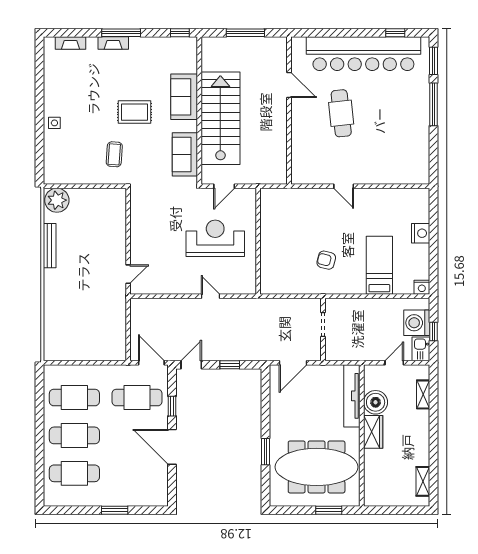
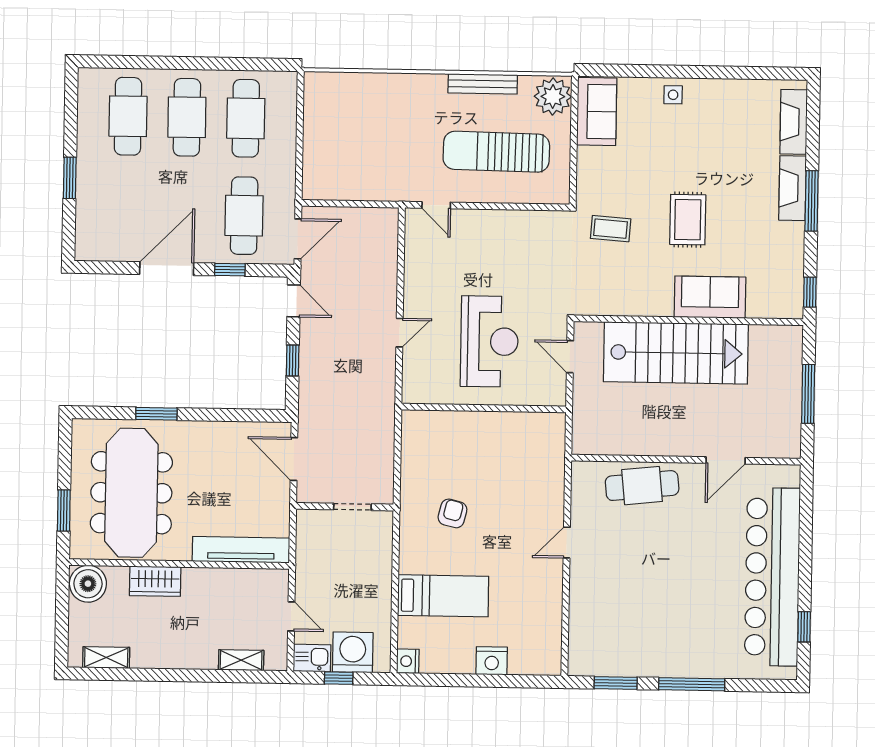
fireplace: (70, 43) -> (794, 122), width x1.37, depth x1.32
fireplace: (113, 43) -> (792, 188), width x1.37, depth x1.32
window: (433, 61) -> (616, 683), moved
cafe table: (341, 113) -> (642, 486), moved
coffee table: (114, 154) -> (611, 229), moved
sofa: (185, 154) -> (597, 111), moved, turned 90
sun lounger: (93, 236) -> (496, 152), added
boiler: (376, 402) -> (88, 584), moved
wardrobe: (373, 432) -> (155, 581), moved

